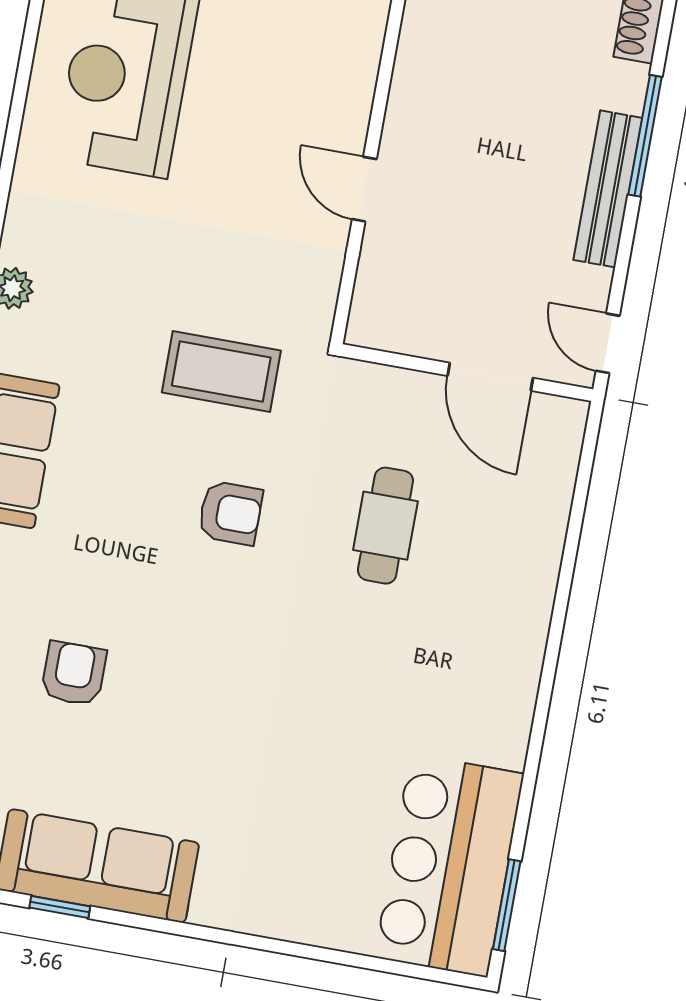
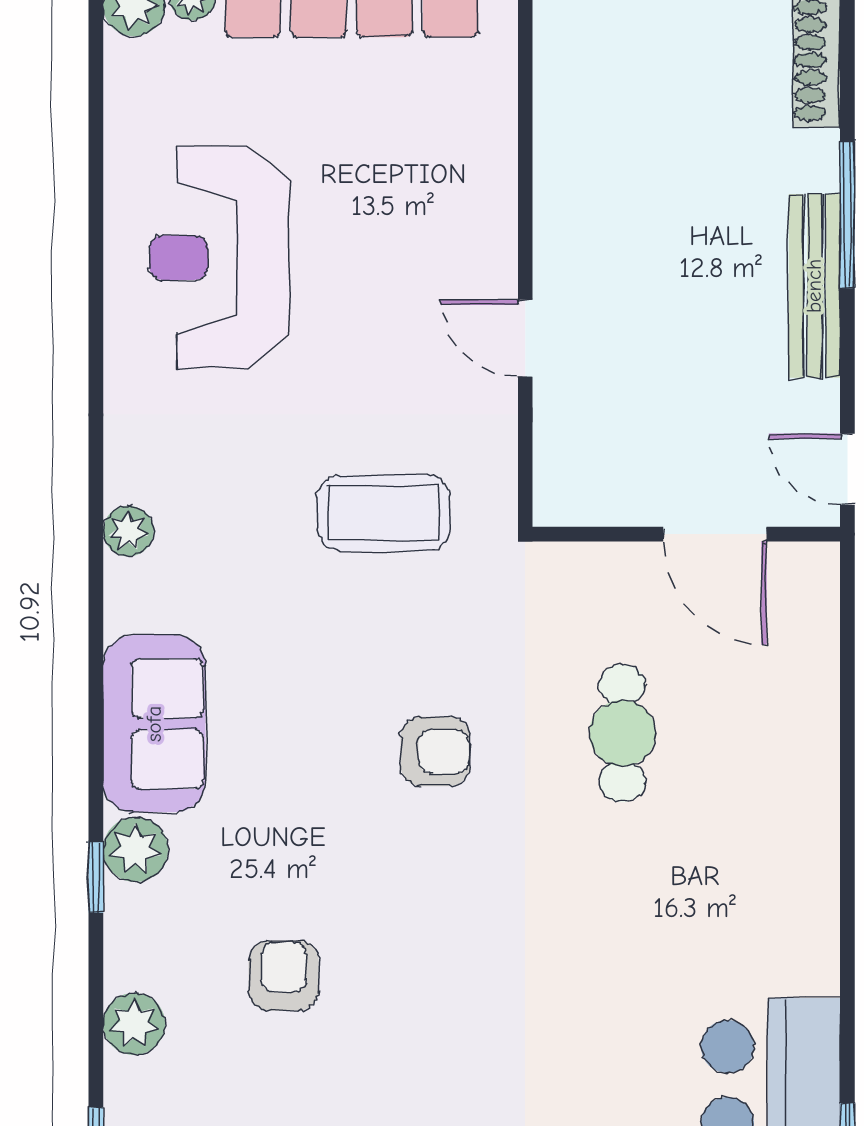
coffee table: (221, 371) -> (384, 513), moved

